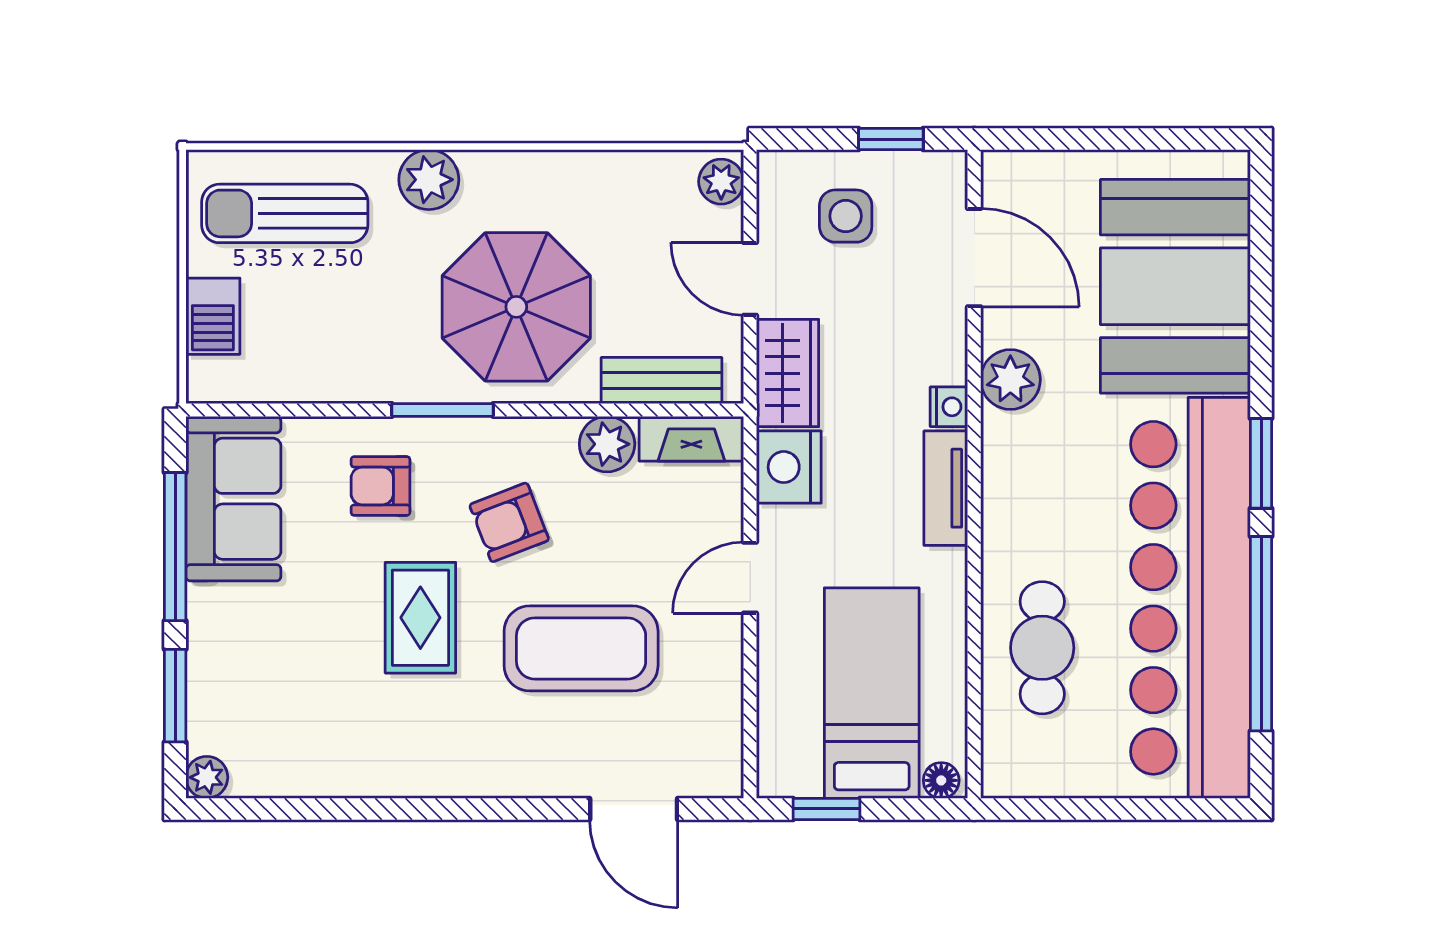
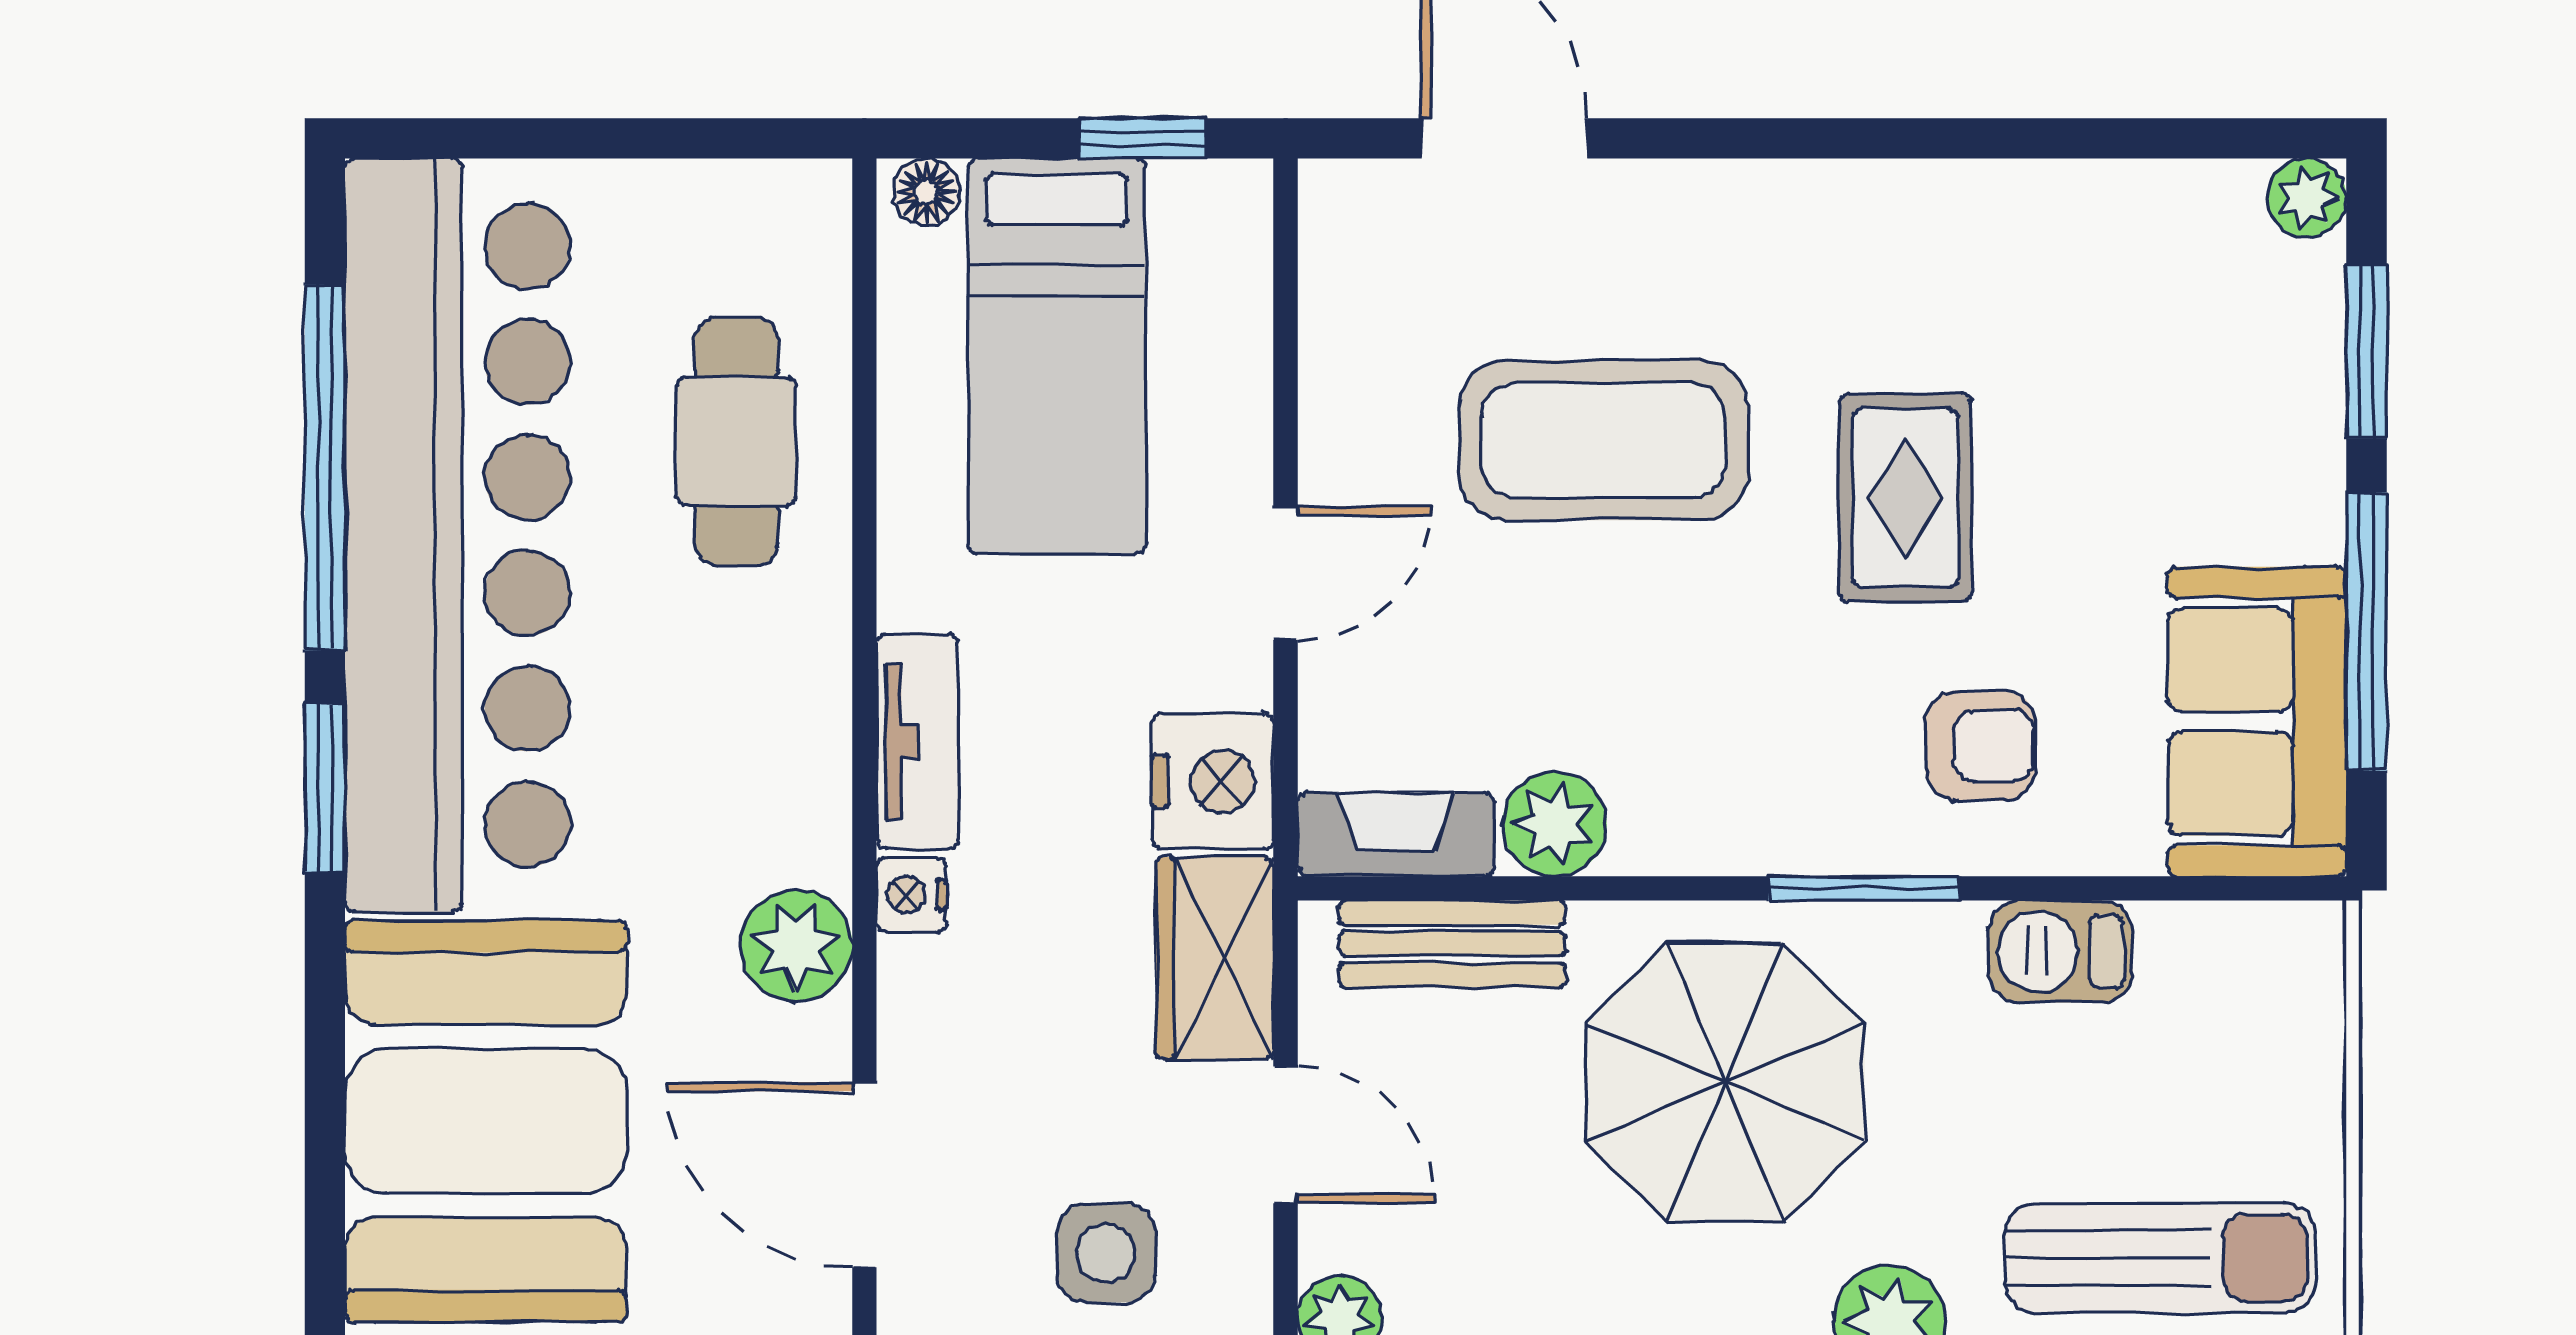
barbecue: (213, 316) -> (2061, 951), moved, turned -90
armchair: (509, 522) -> (1738, 677), removed

